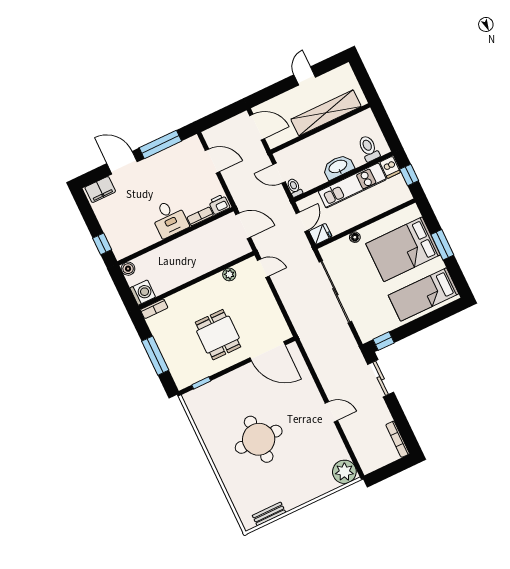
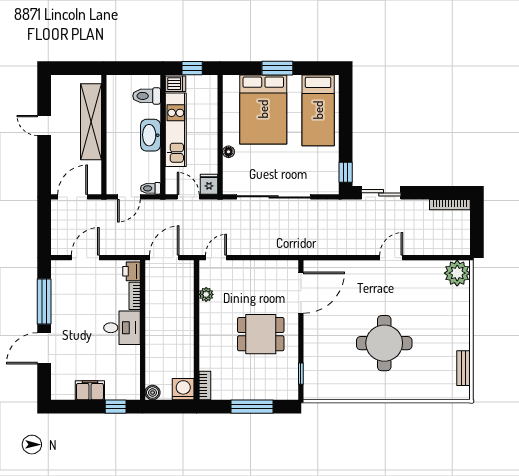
filing cabinet: (100, 189) -> (90, 390), moved, turned -90

